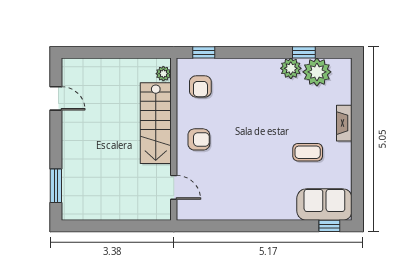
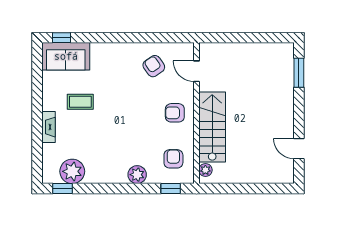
window: (304, 52) -> (63, 188), moved
plant: (291, 68) -> (137, 175), moved
armchair: (223, 193) -> (154, 66), added

